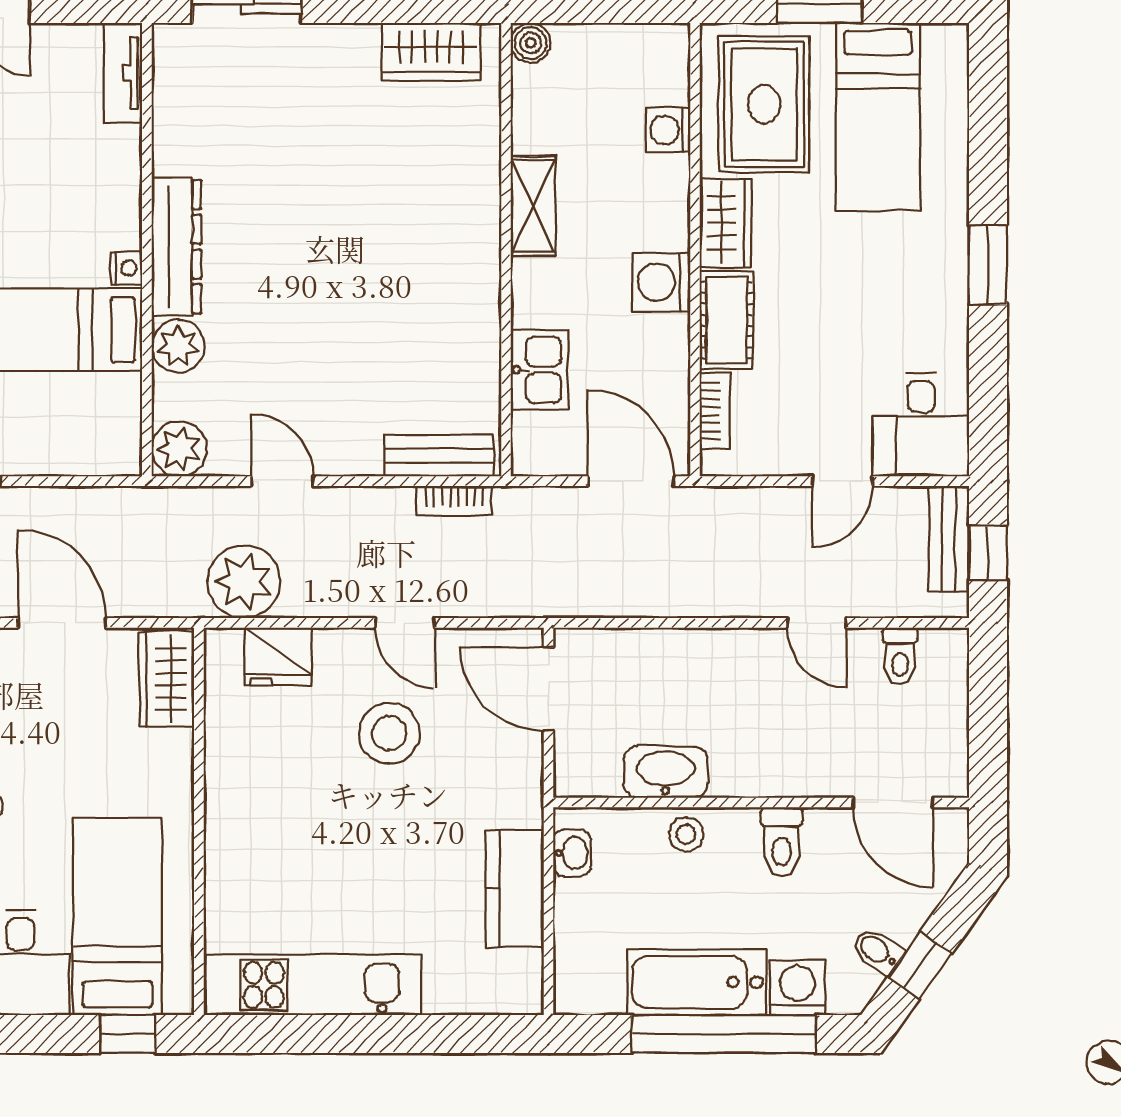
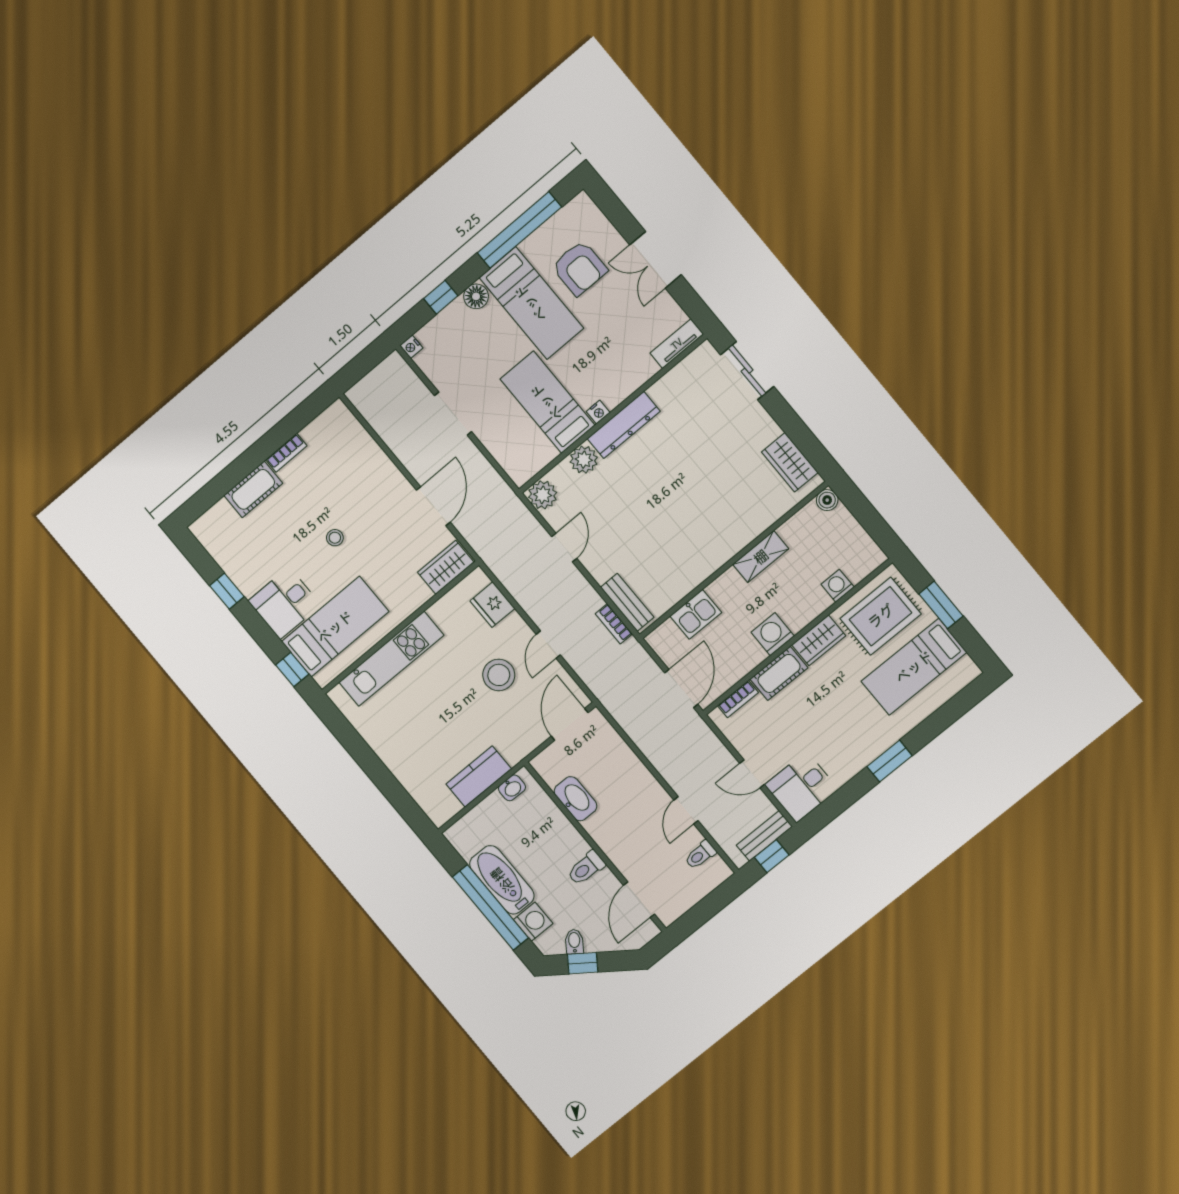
plant: (244, 582) -> (511, 566), removed
stool: (686, 834) -> (557, 827), removed
kitchen unit: (313, 985) -> (391, 659), moved, turned 90

